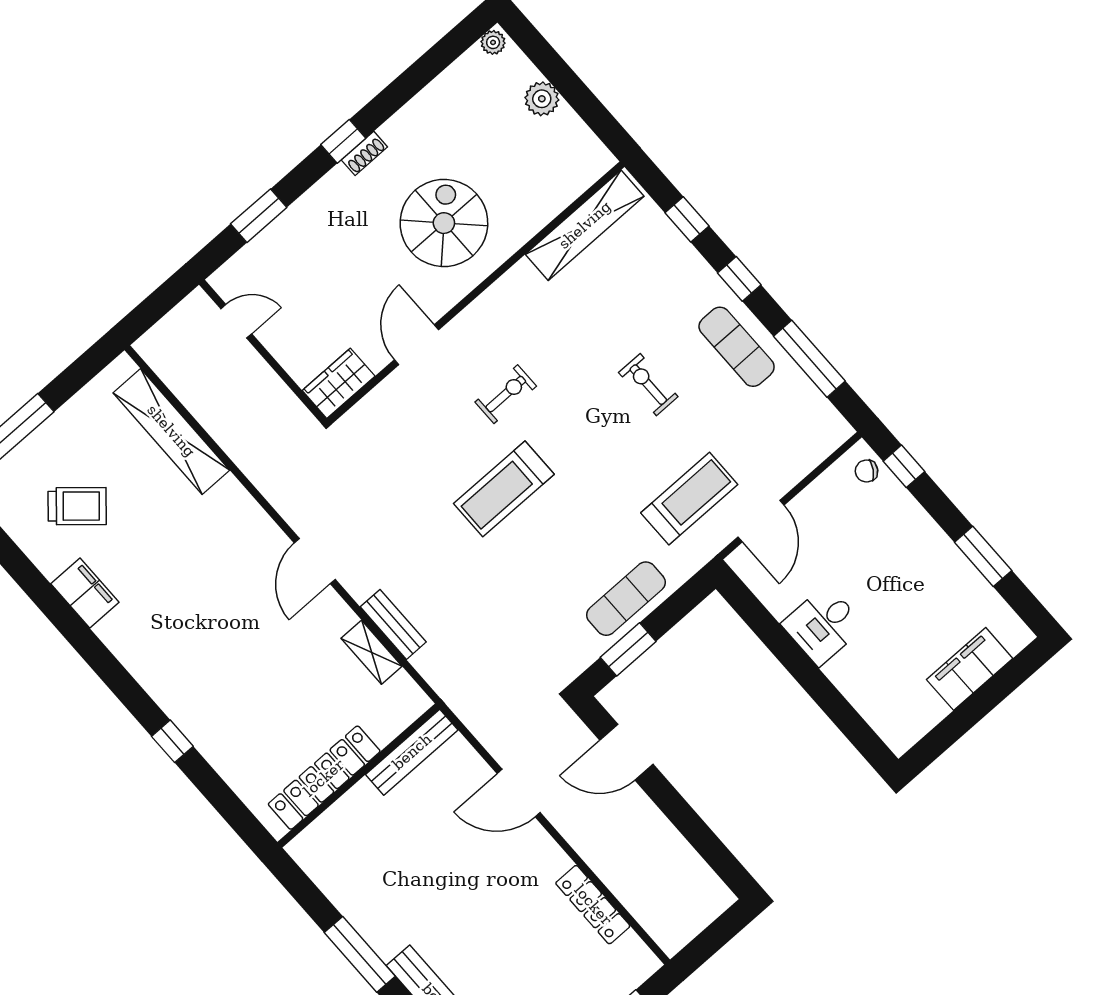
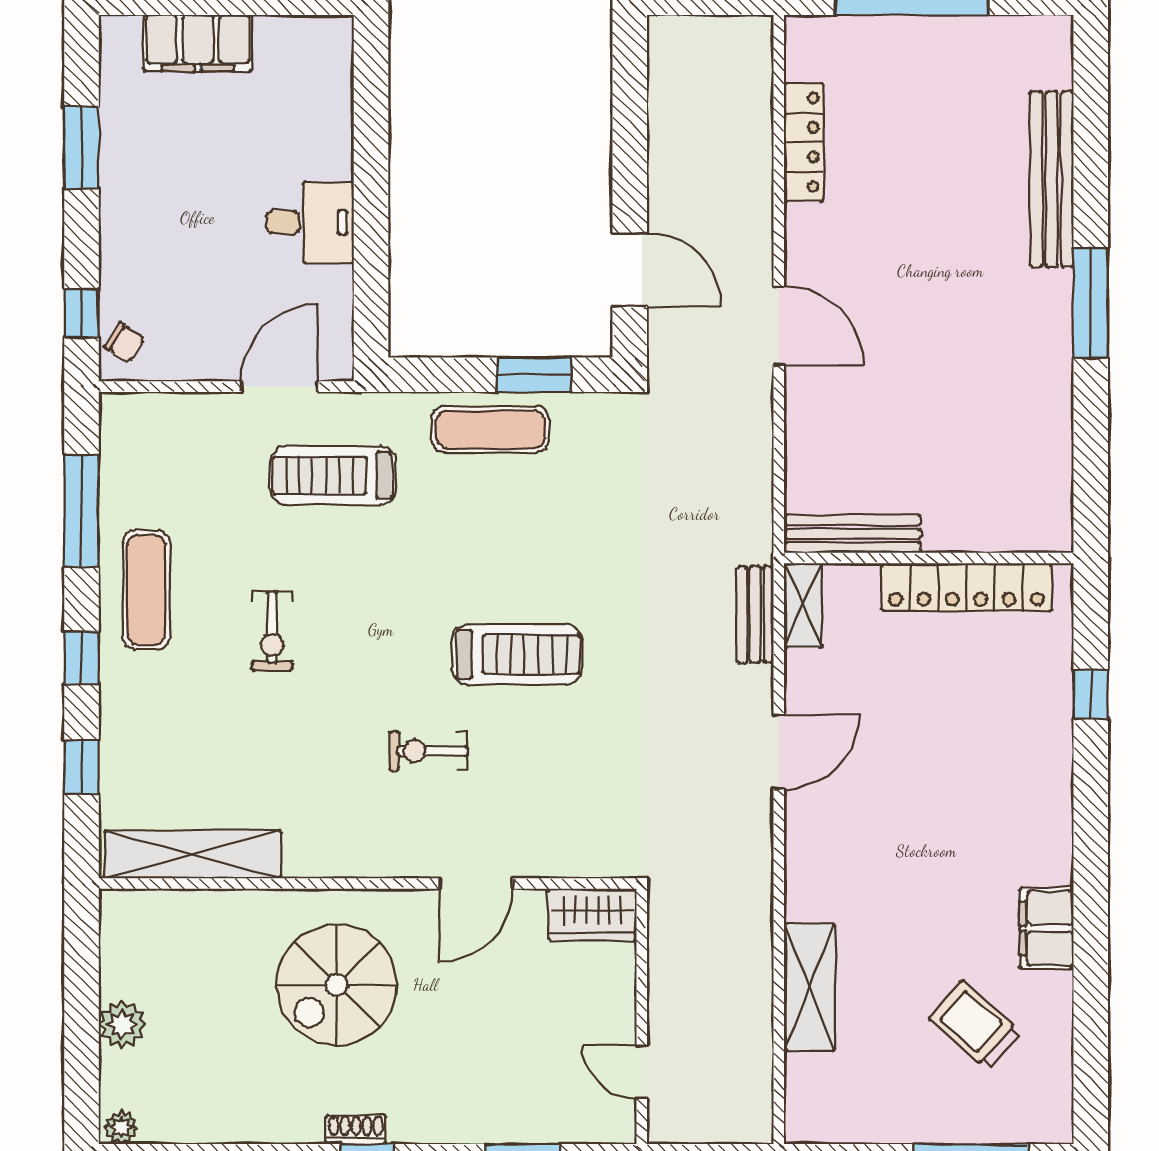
shelving: (171, 431) -> (809, 987), width x0.68
bench: (412, 752) -> (852, 534), moved
wall: (359, 776) -> (929, 558), moved
locker: (324, 778) -> (966, 587), moved

